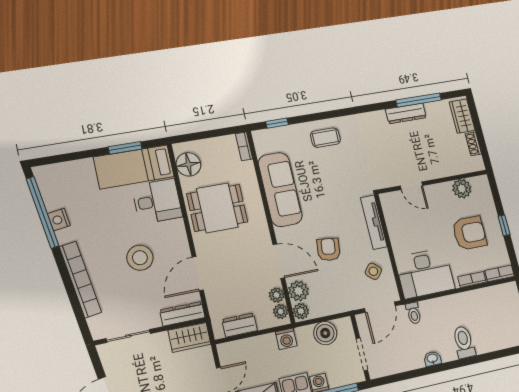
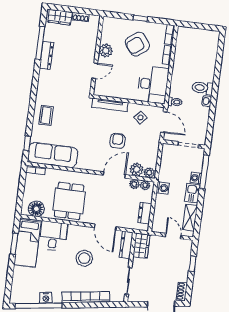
sofa: (280, 189) -> (53, 155), moved
plant: (462, 189) -> (106, 51), moved
armchair: (469, 233) -> (137, 44), turned -127
armchair: (328, 249) -> (117, 141), turned 83
boiler: (325, 333) -> (168, 163), removed
toilet: (464, 342) -> (202, 88), moved

